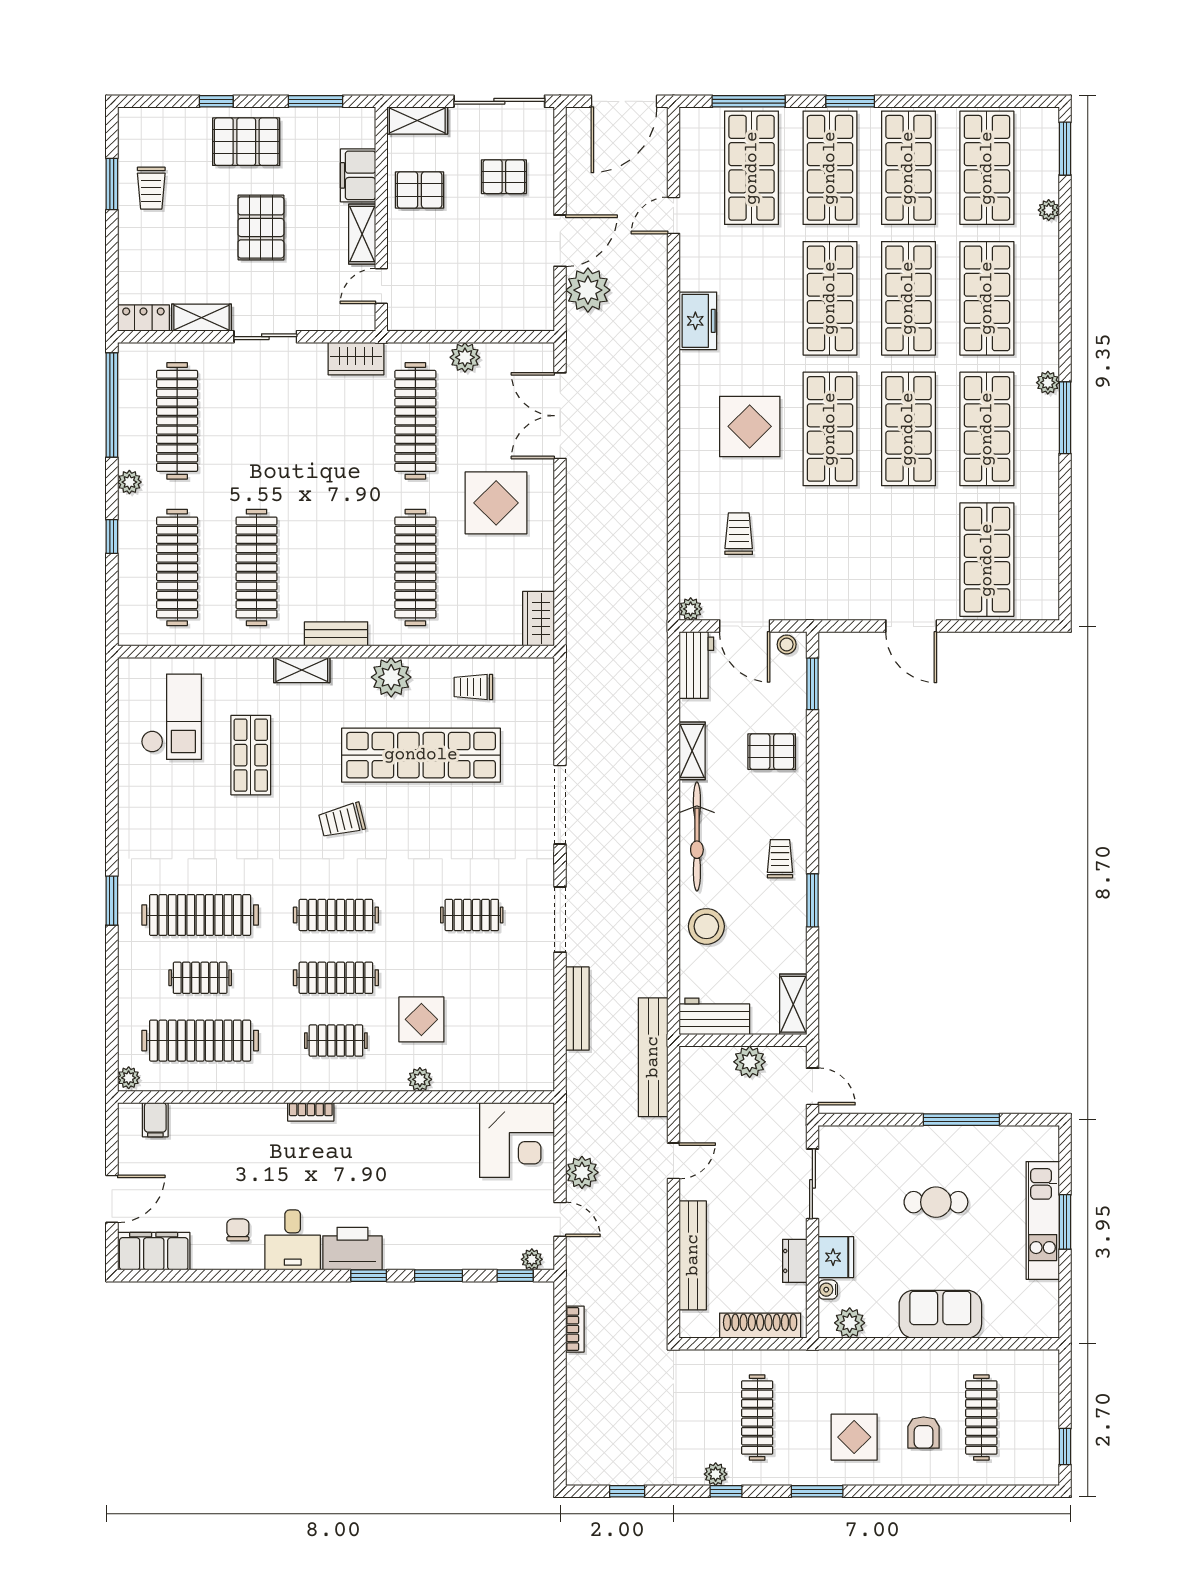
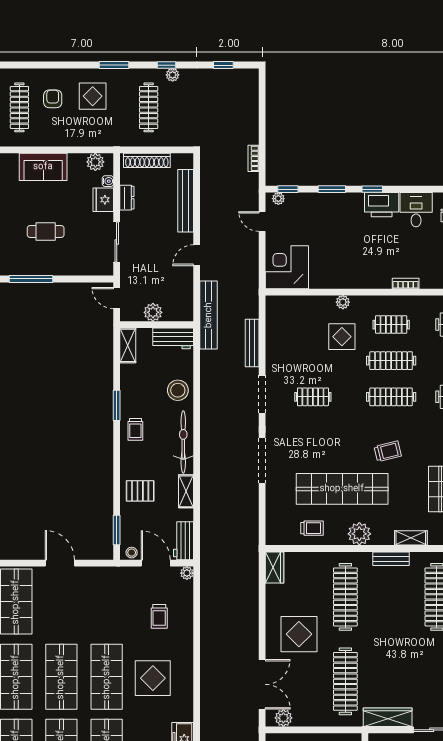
plant: (465, 357) -> (283, 718), moved
wardrobe: (356, 359) -> (388, 717), width x1.50
plant: (582, 1172) -> (249, 249), removed

